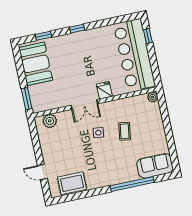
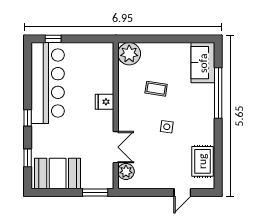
bar counter: (134, 55) -> (48, 83), moved, turned -90
plant: (153, 97) -> (129, 54), width x1.88, depth x1.88
double door: (84, 104) -> (116, 147), moved
side table: (98, 133) -> (167, 127), moved

